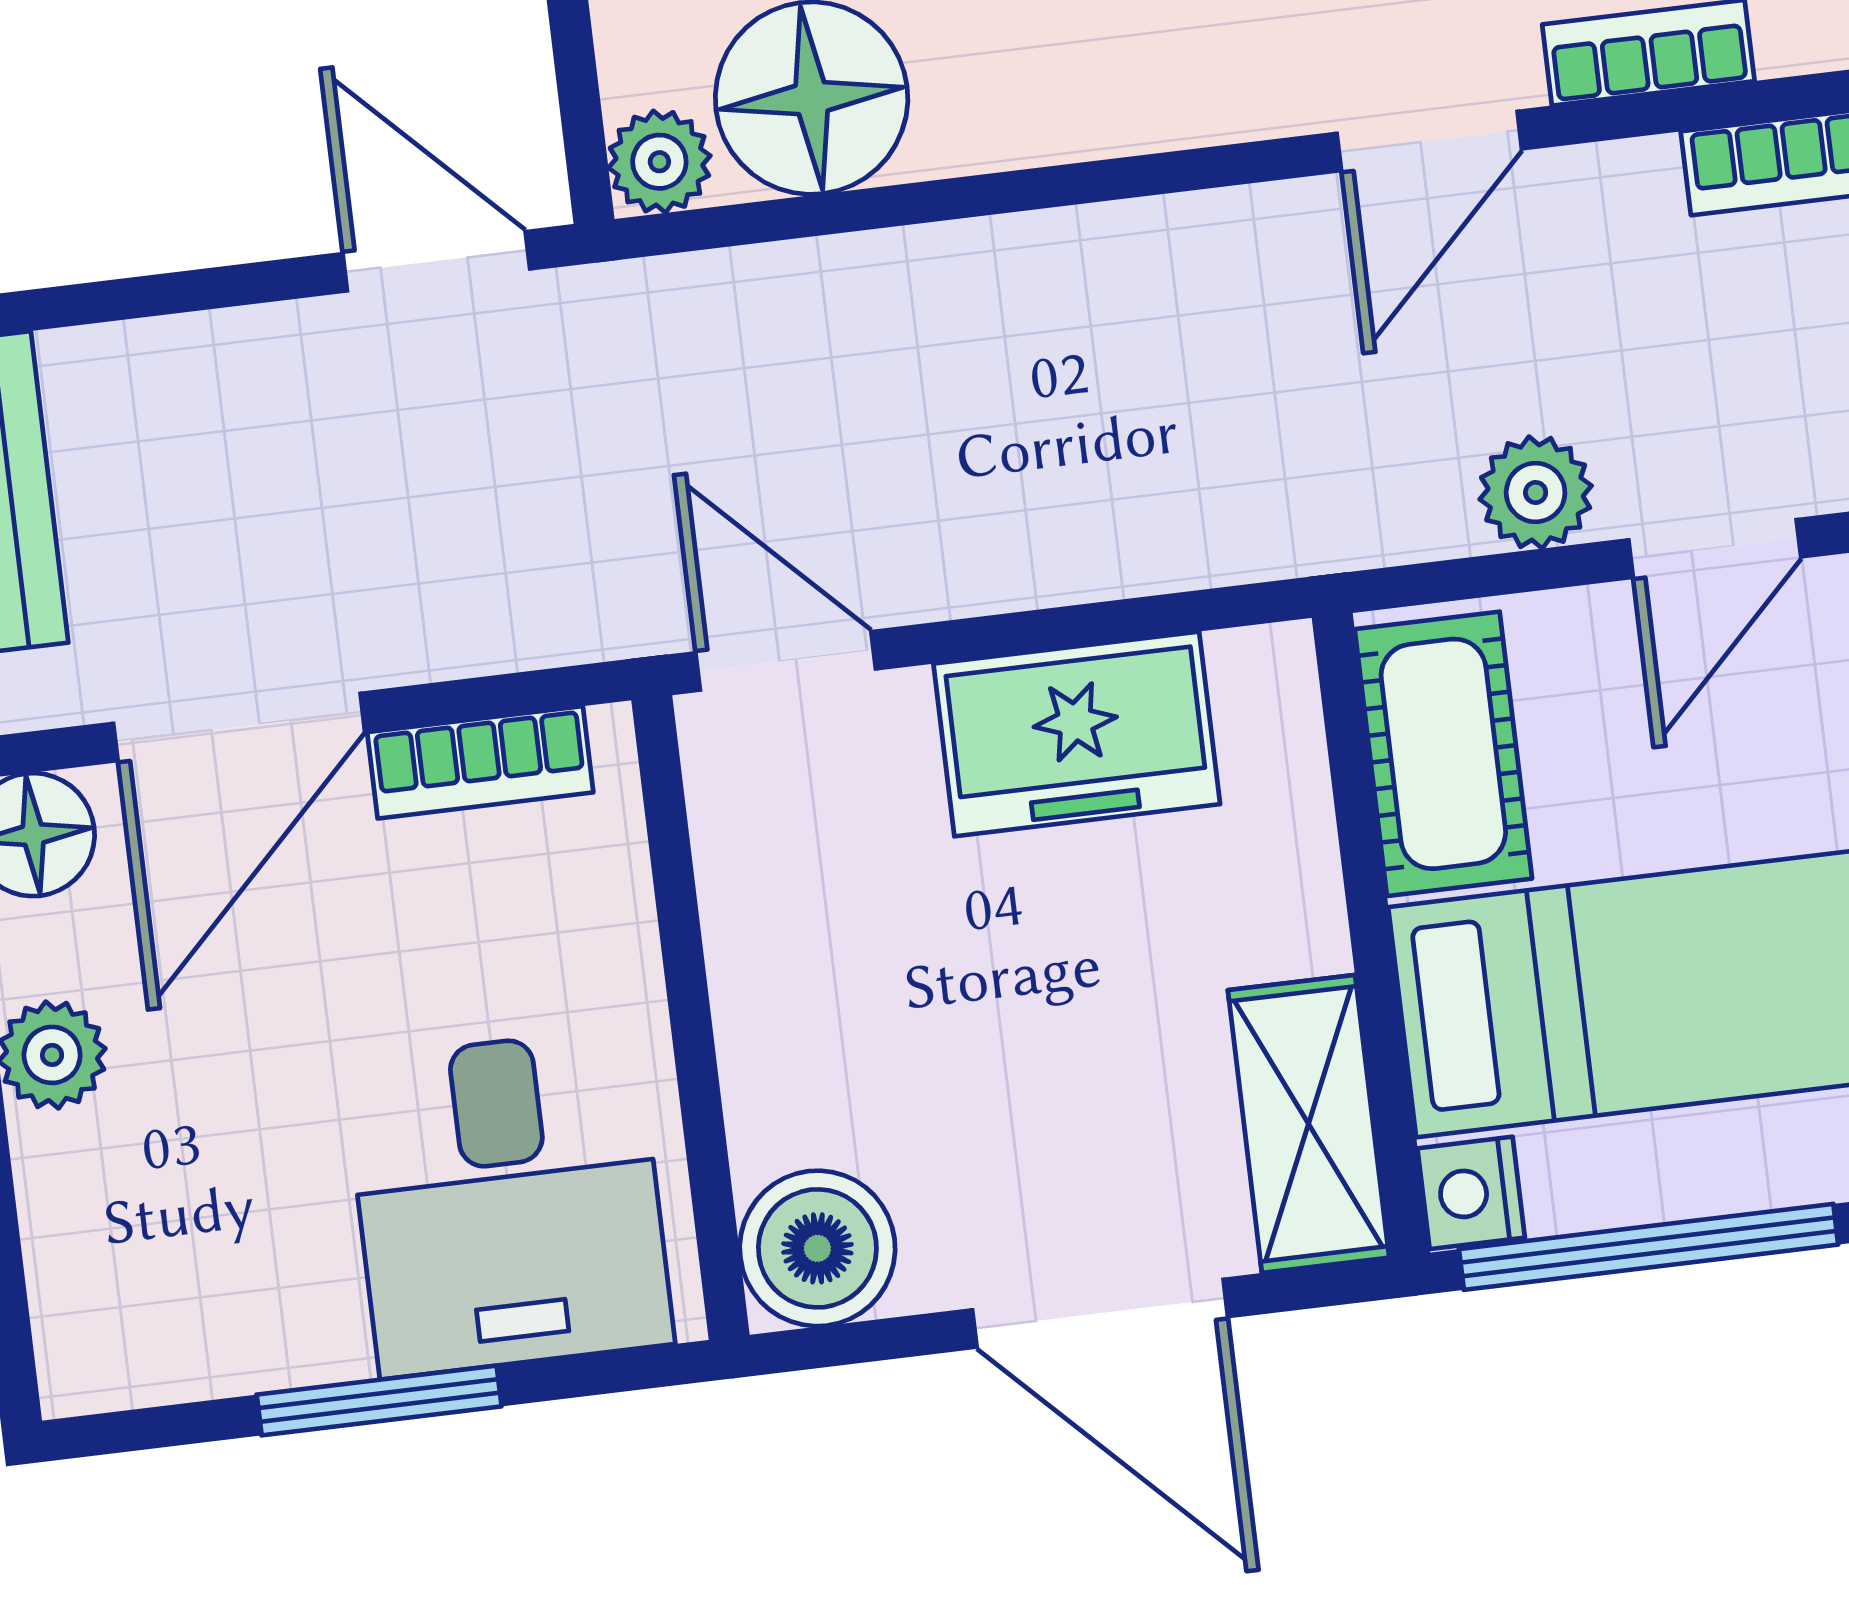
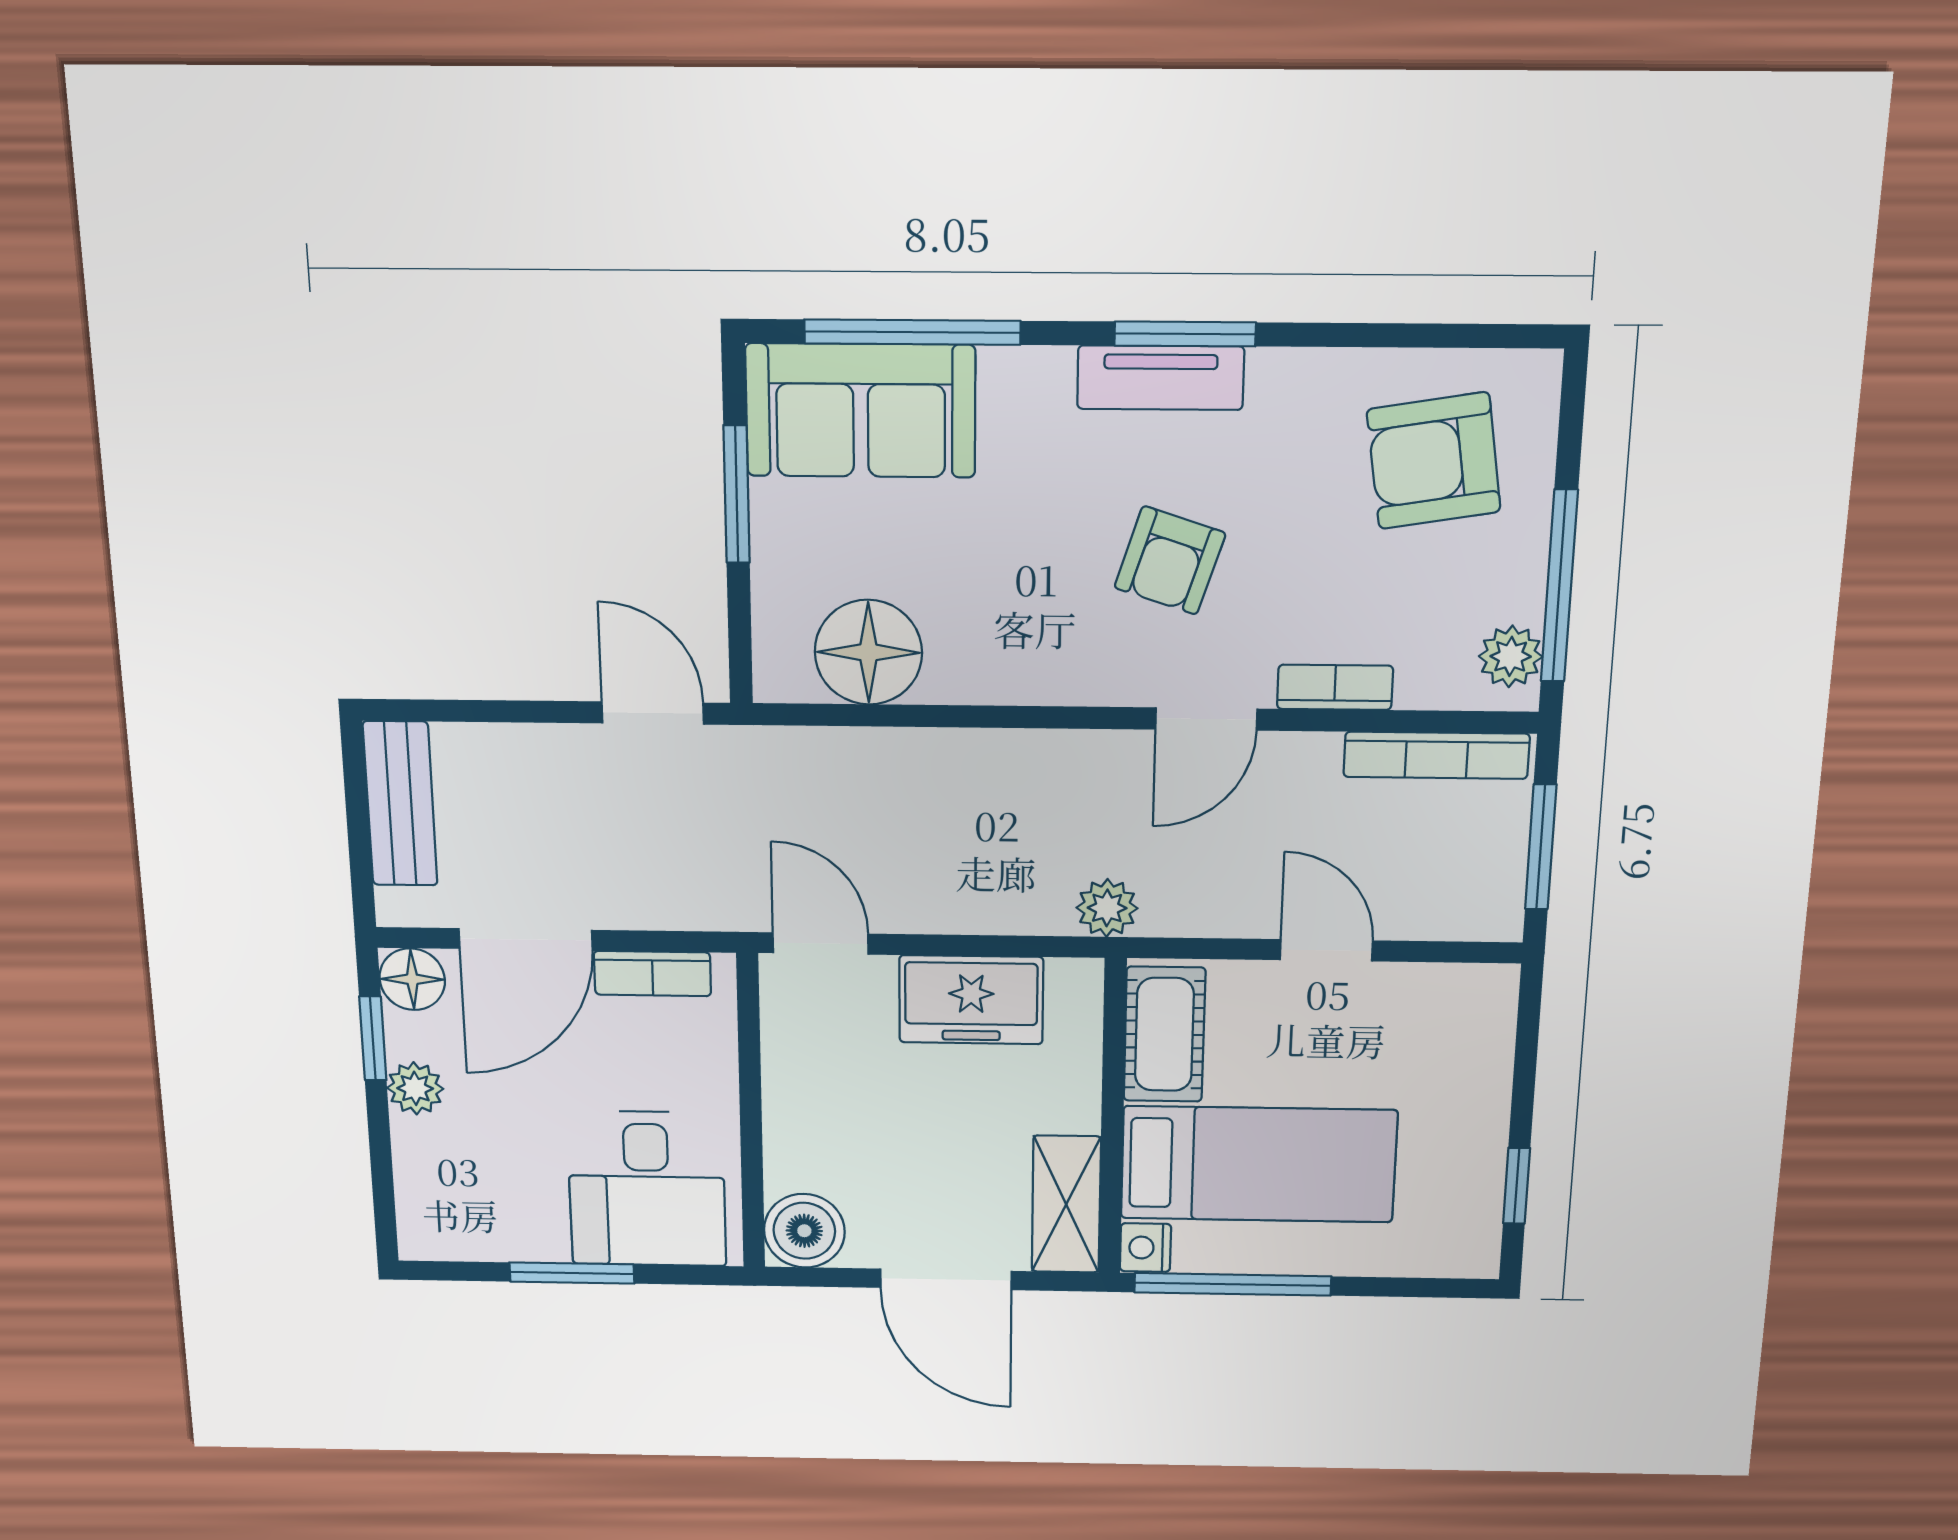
plant: (659, 162) -> (781, 676), removed
plant: (1536, 492) -> (1107, 908), moved
door: (1715, 548) -> (1326, 950), swing flipped

